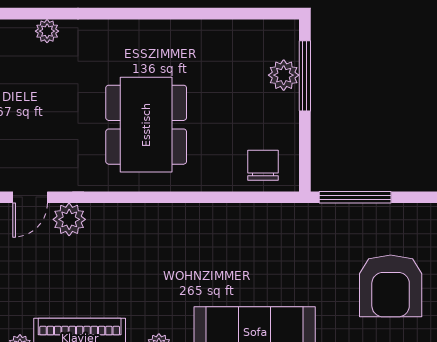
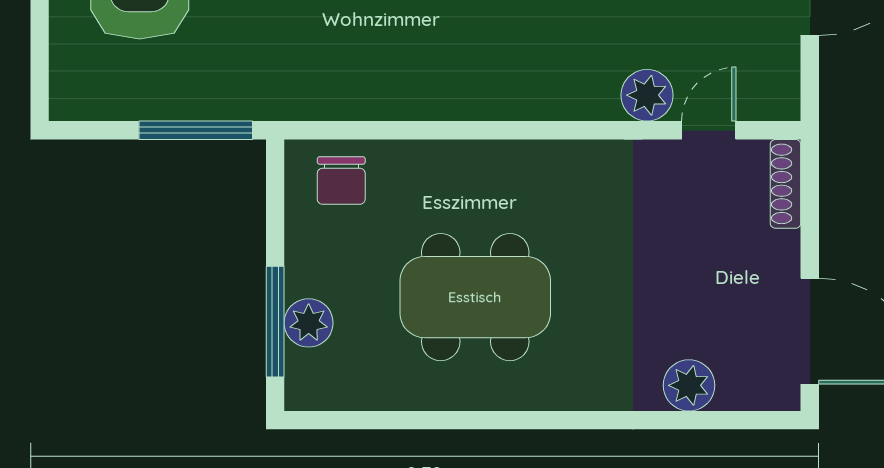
plant: (47, 31) -> (689, 385), width x1.38, depth x1.38
dining table: (146, 125) -> (475, 297), moved, turned 90

